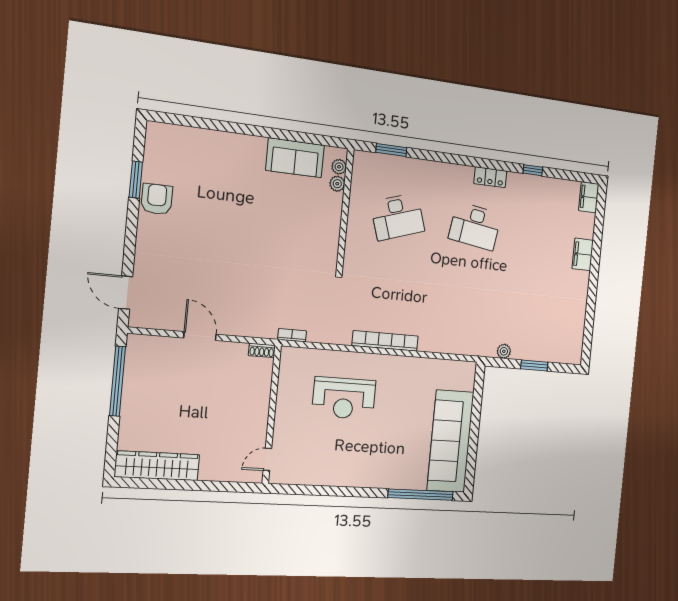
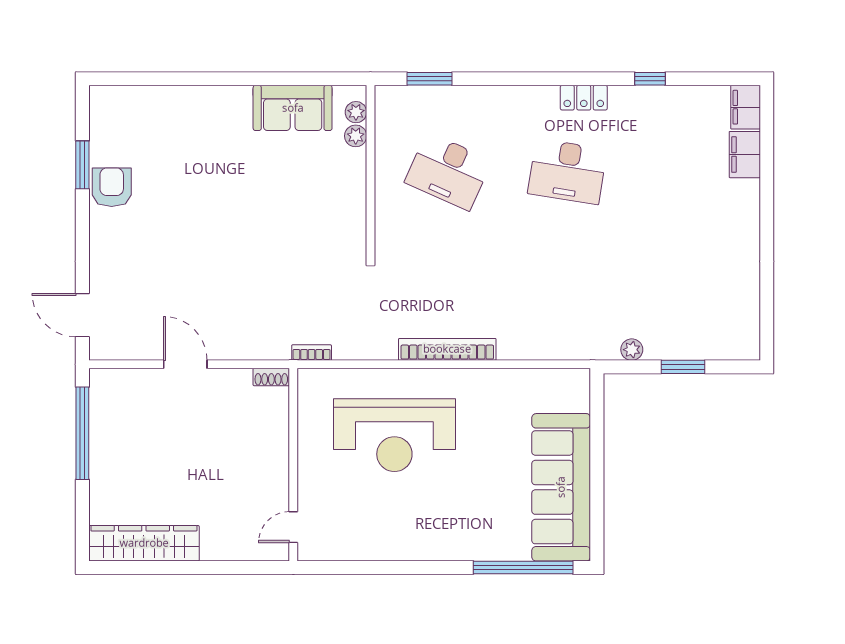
desk: (398, 217) -> (448, 171), turned 42
filing cabinet: (583, 254) -> (745, 155), moved
reception desk: (344, 398) -> (394, 435), width x1.36, depth x1.30

